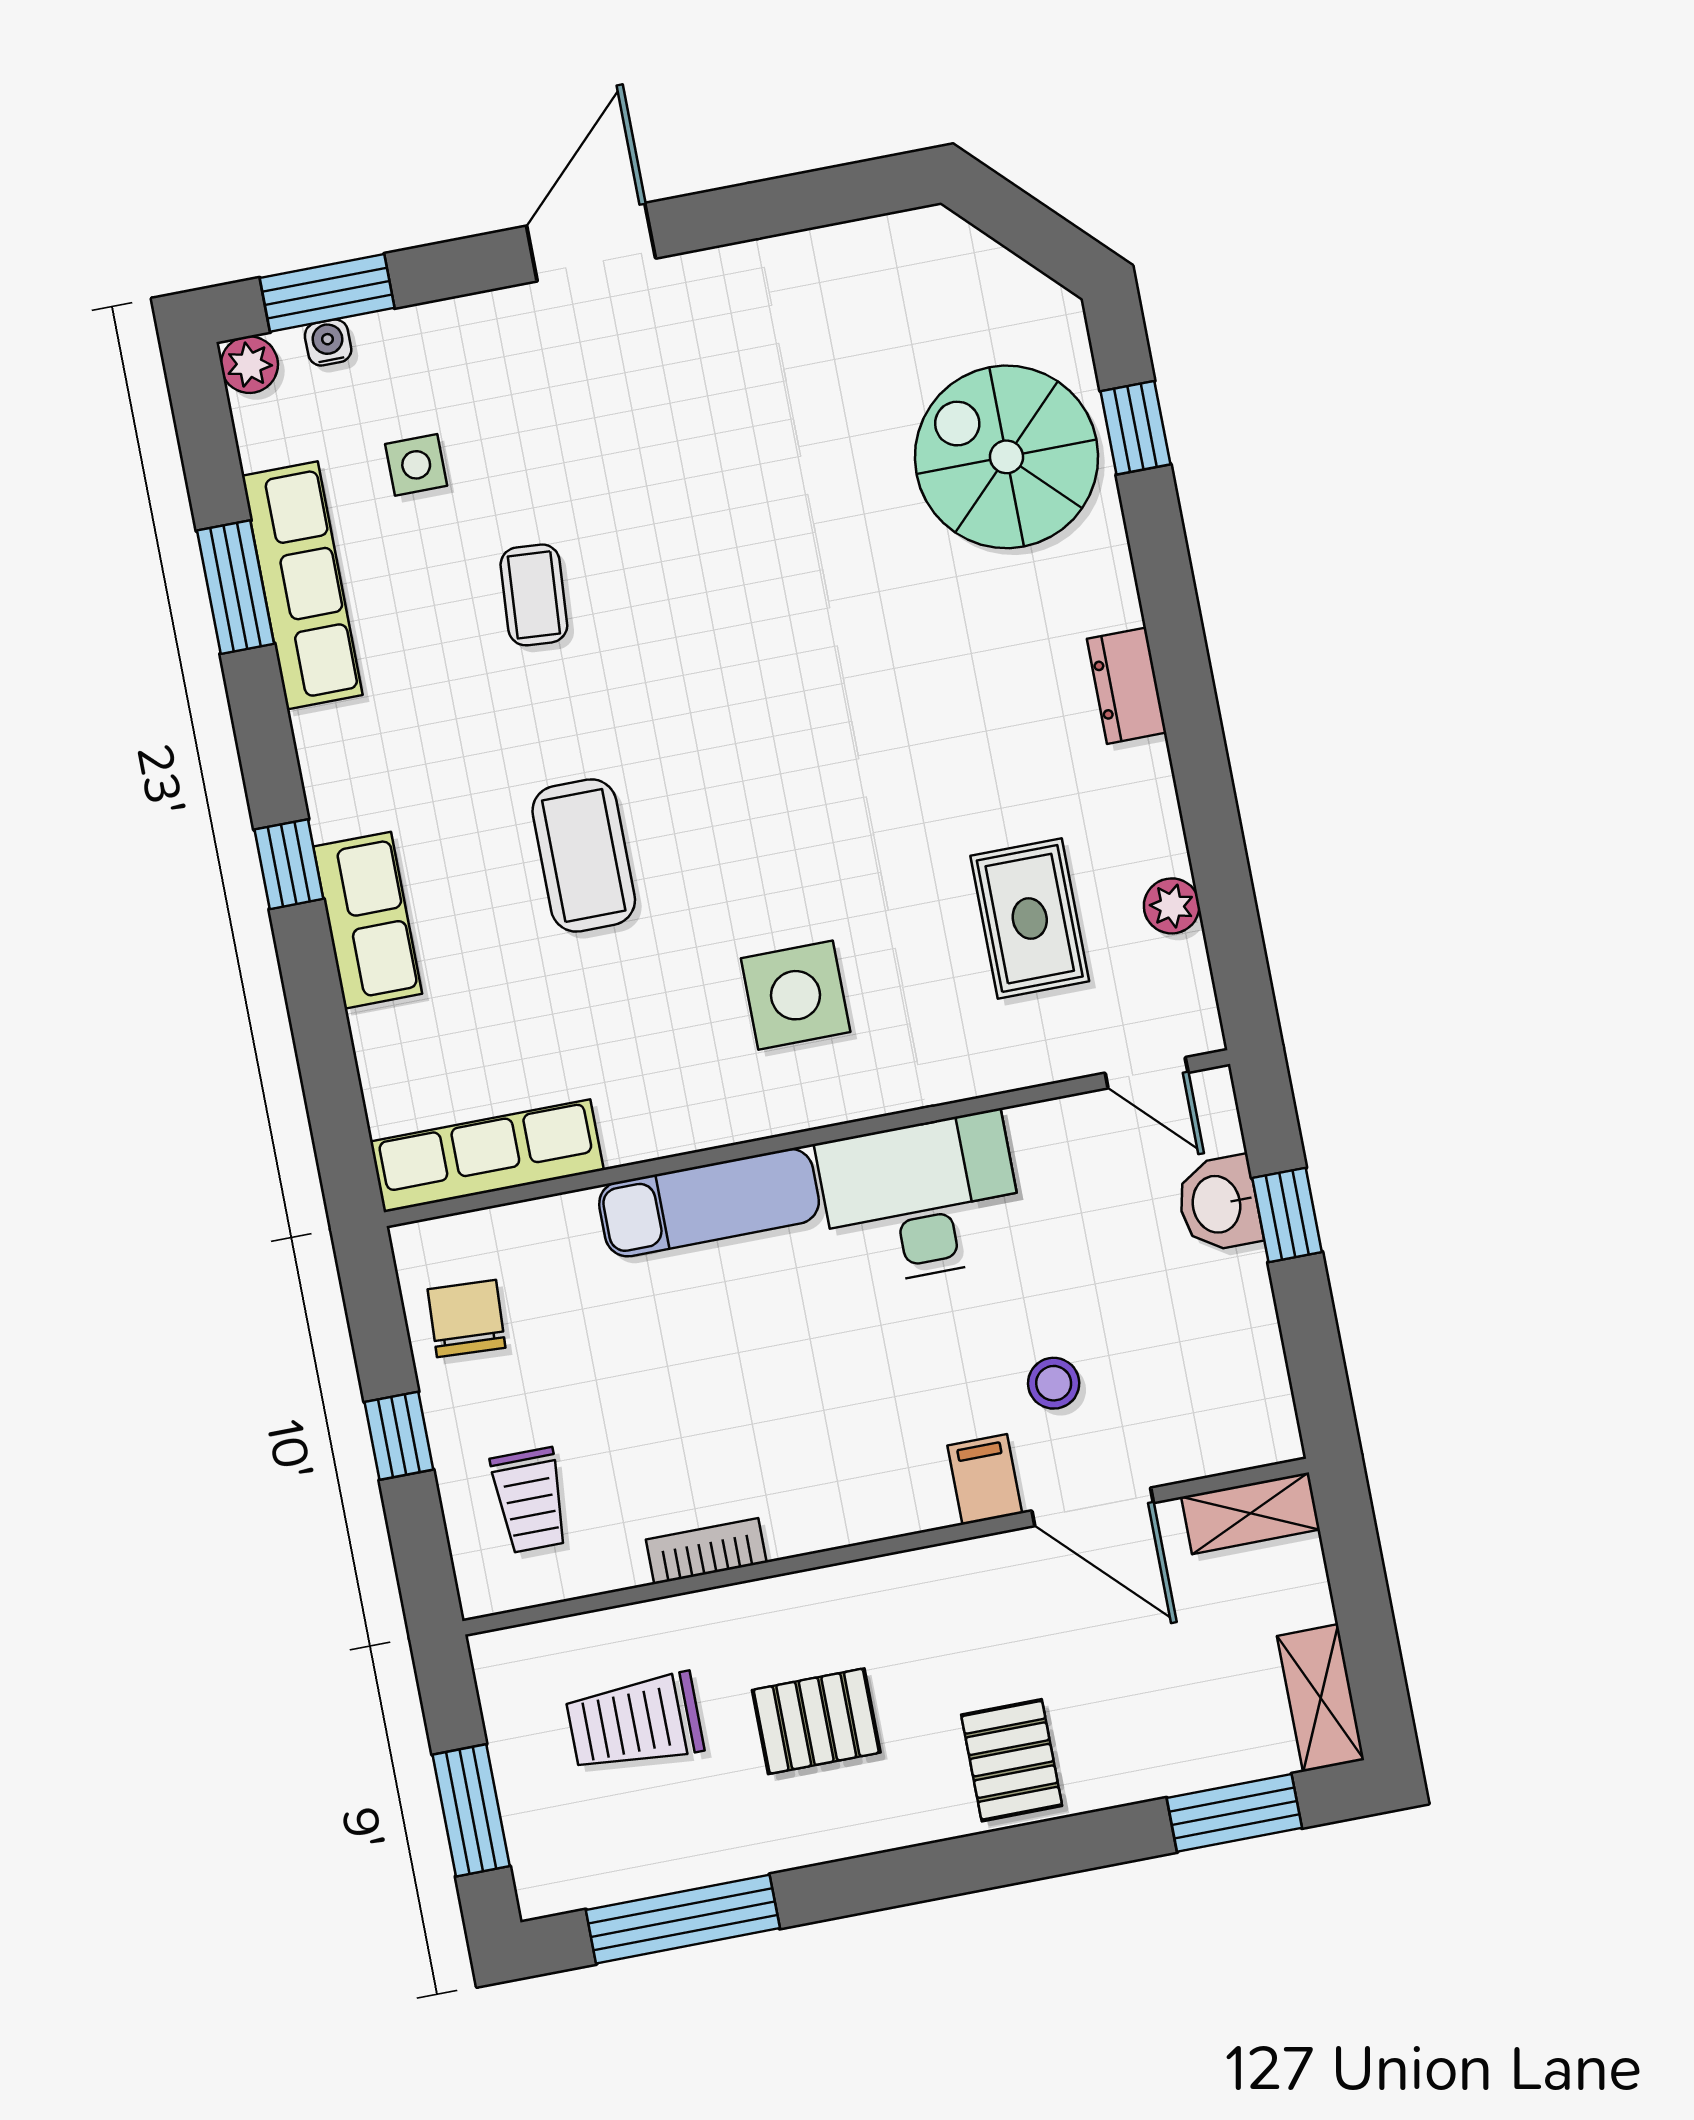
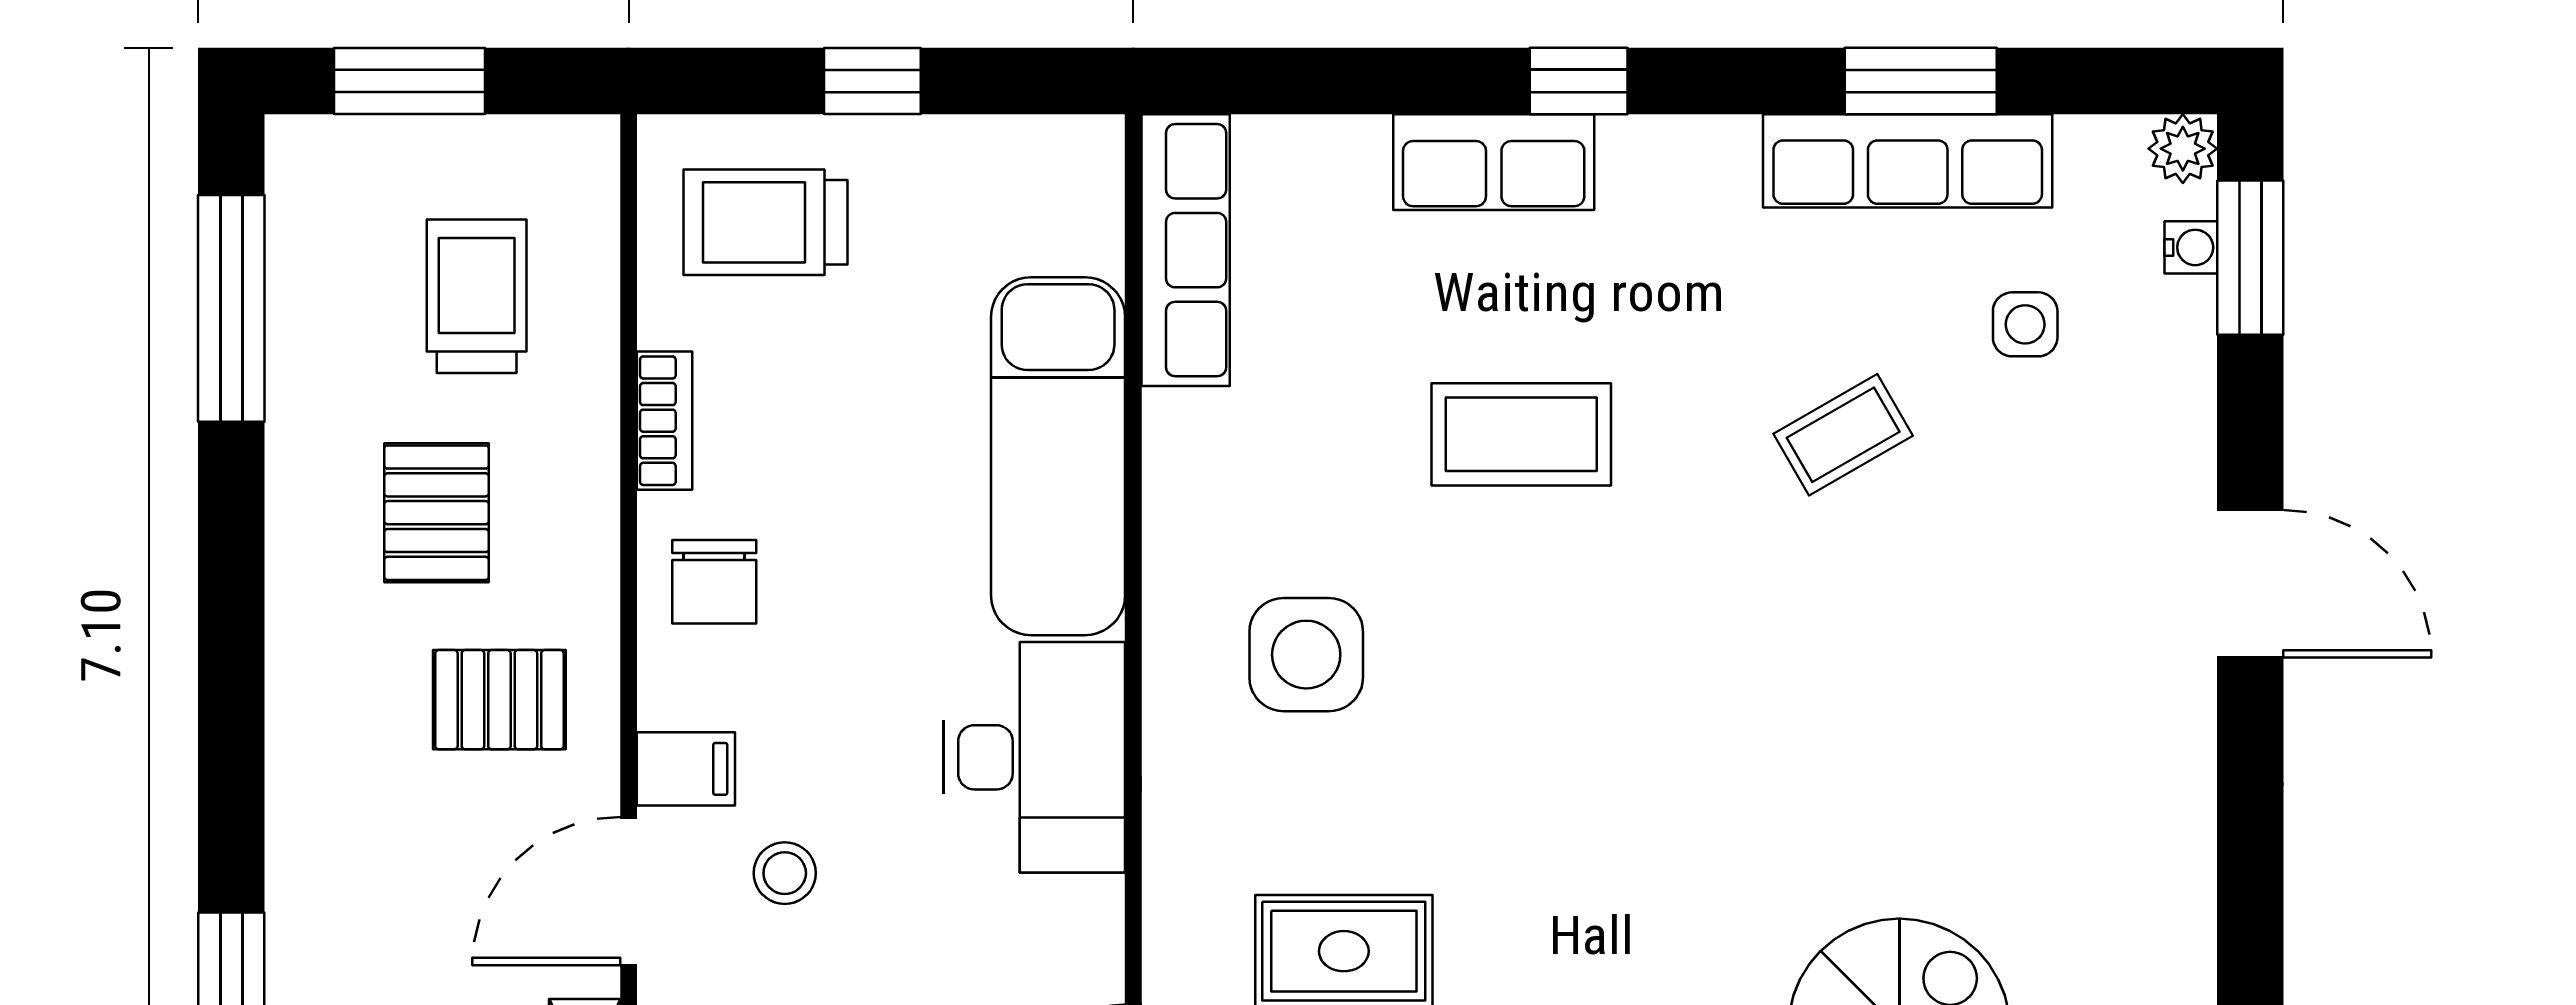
coffee table: (534, 595) -> (1843, 435), turned -34
exam couch: (709, 1203) -> (1058, 456), width x1.36, depth x1.45
chair: (467, 1319) -> (714, 582), moved, turned 87
trolley: (530, 1500) -> (765, 222), width x1.36, depth x1.39
pallet: (1012, 1760) -> (499, 700), moved

